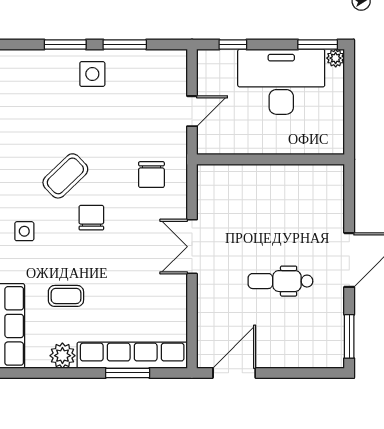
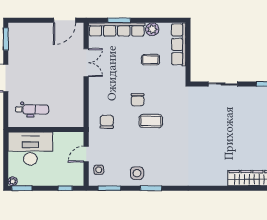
window: (125, 44) -> (109, 188), moved
desk: (281, 82) -> (30, 149), moved, turned 180
coffee table: (65, 176) -> (151, 121), turned 44
side table: (24, 231) -> (99, 170), moved
double door: (192, 247) -> (86, 63), moved
dental chair: (280, 281) -> (32, 109), moved

